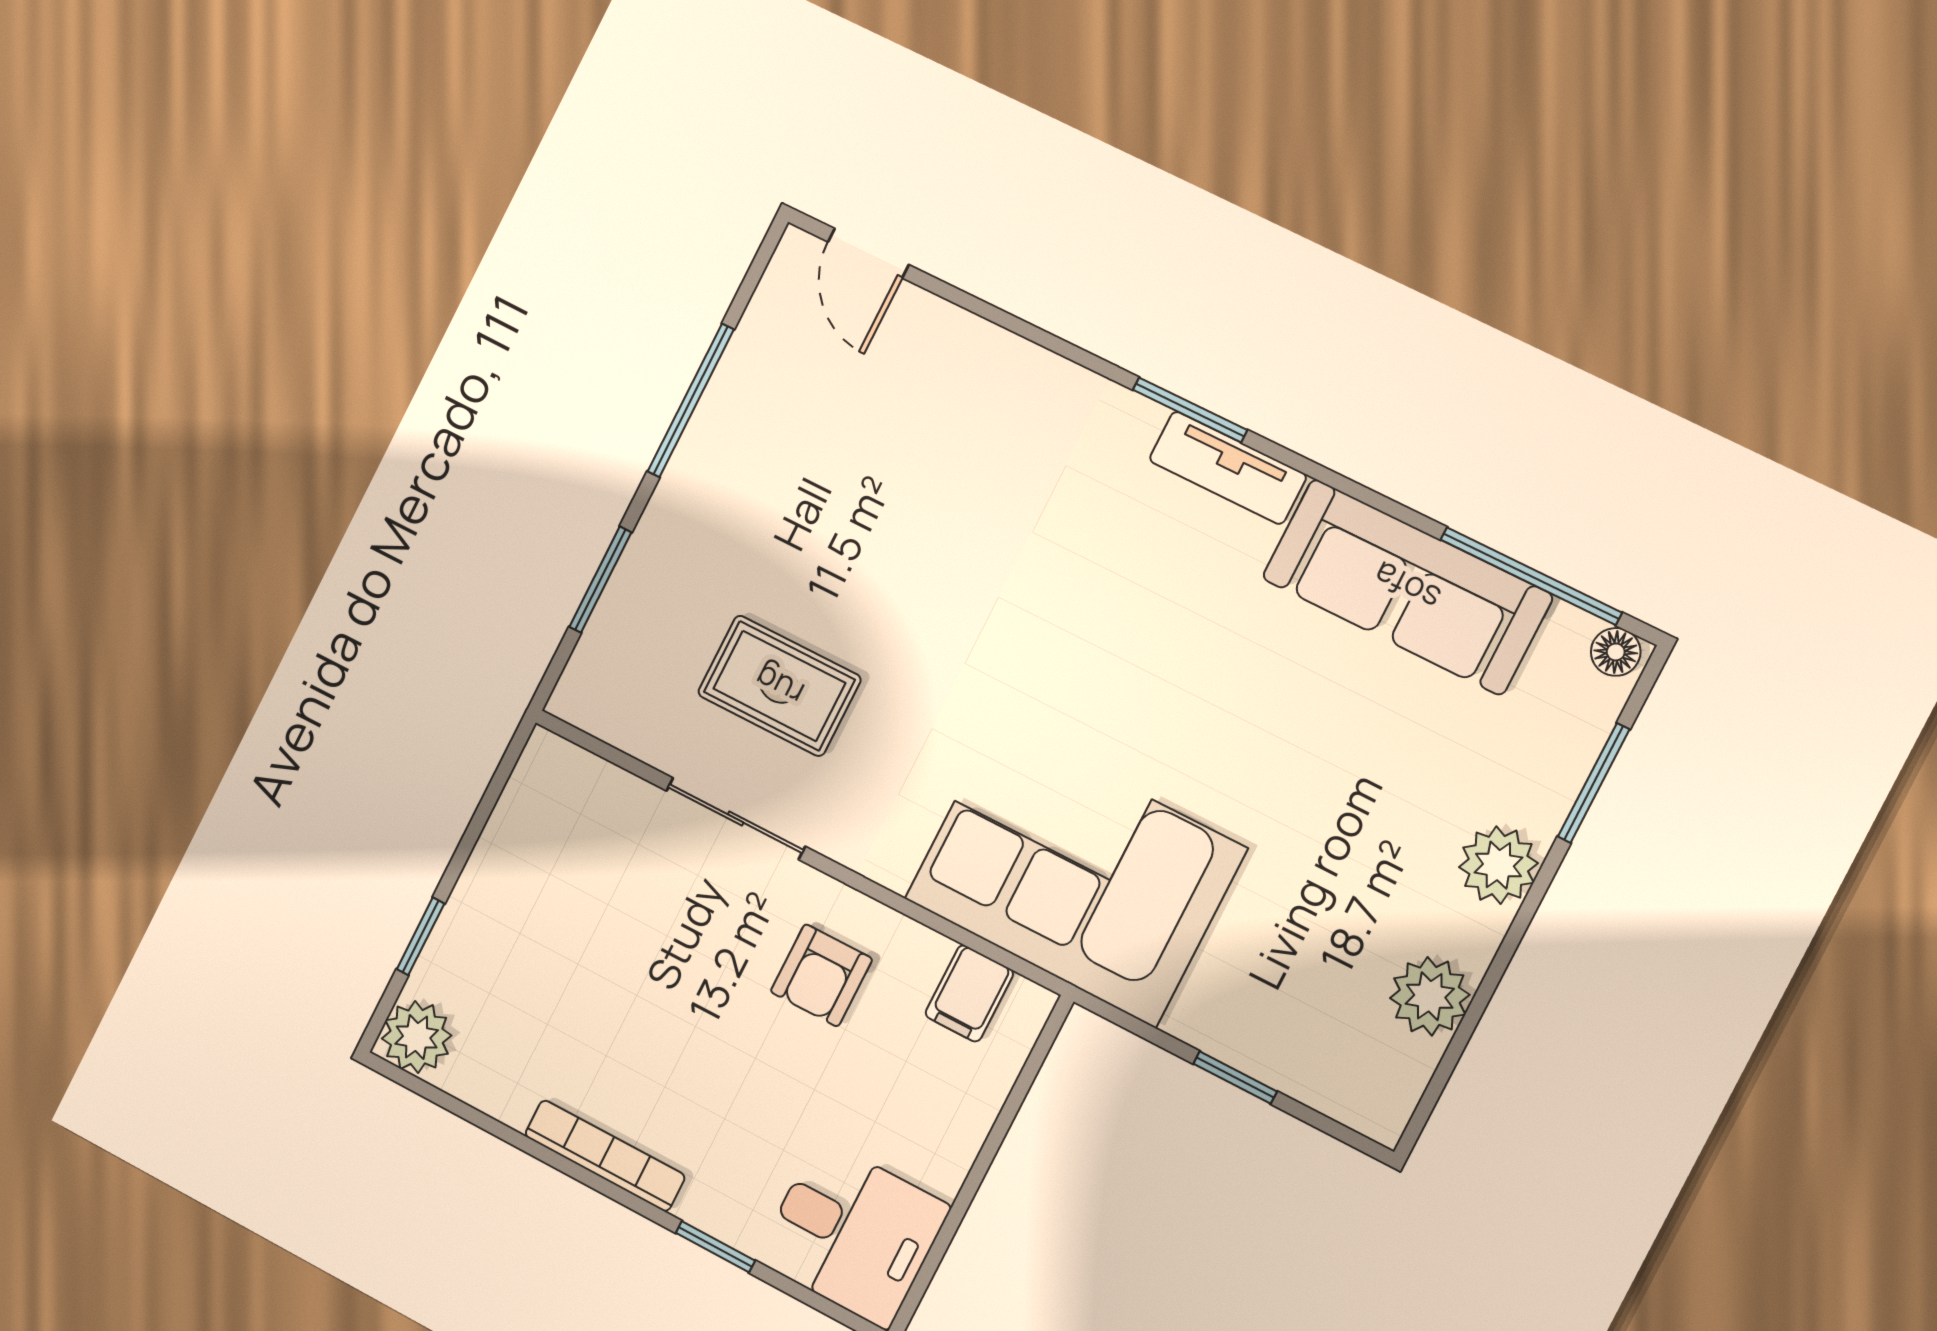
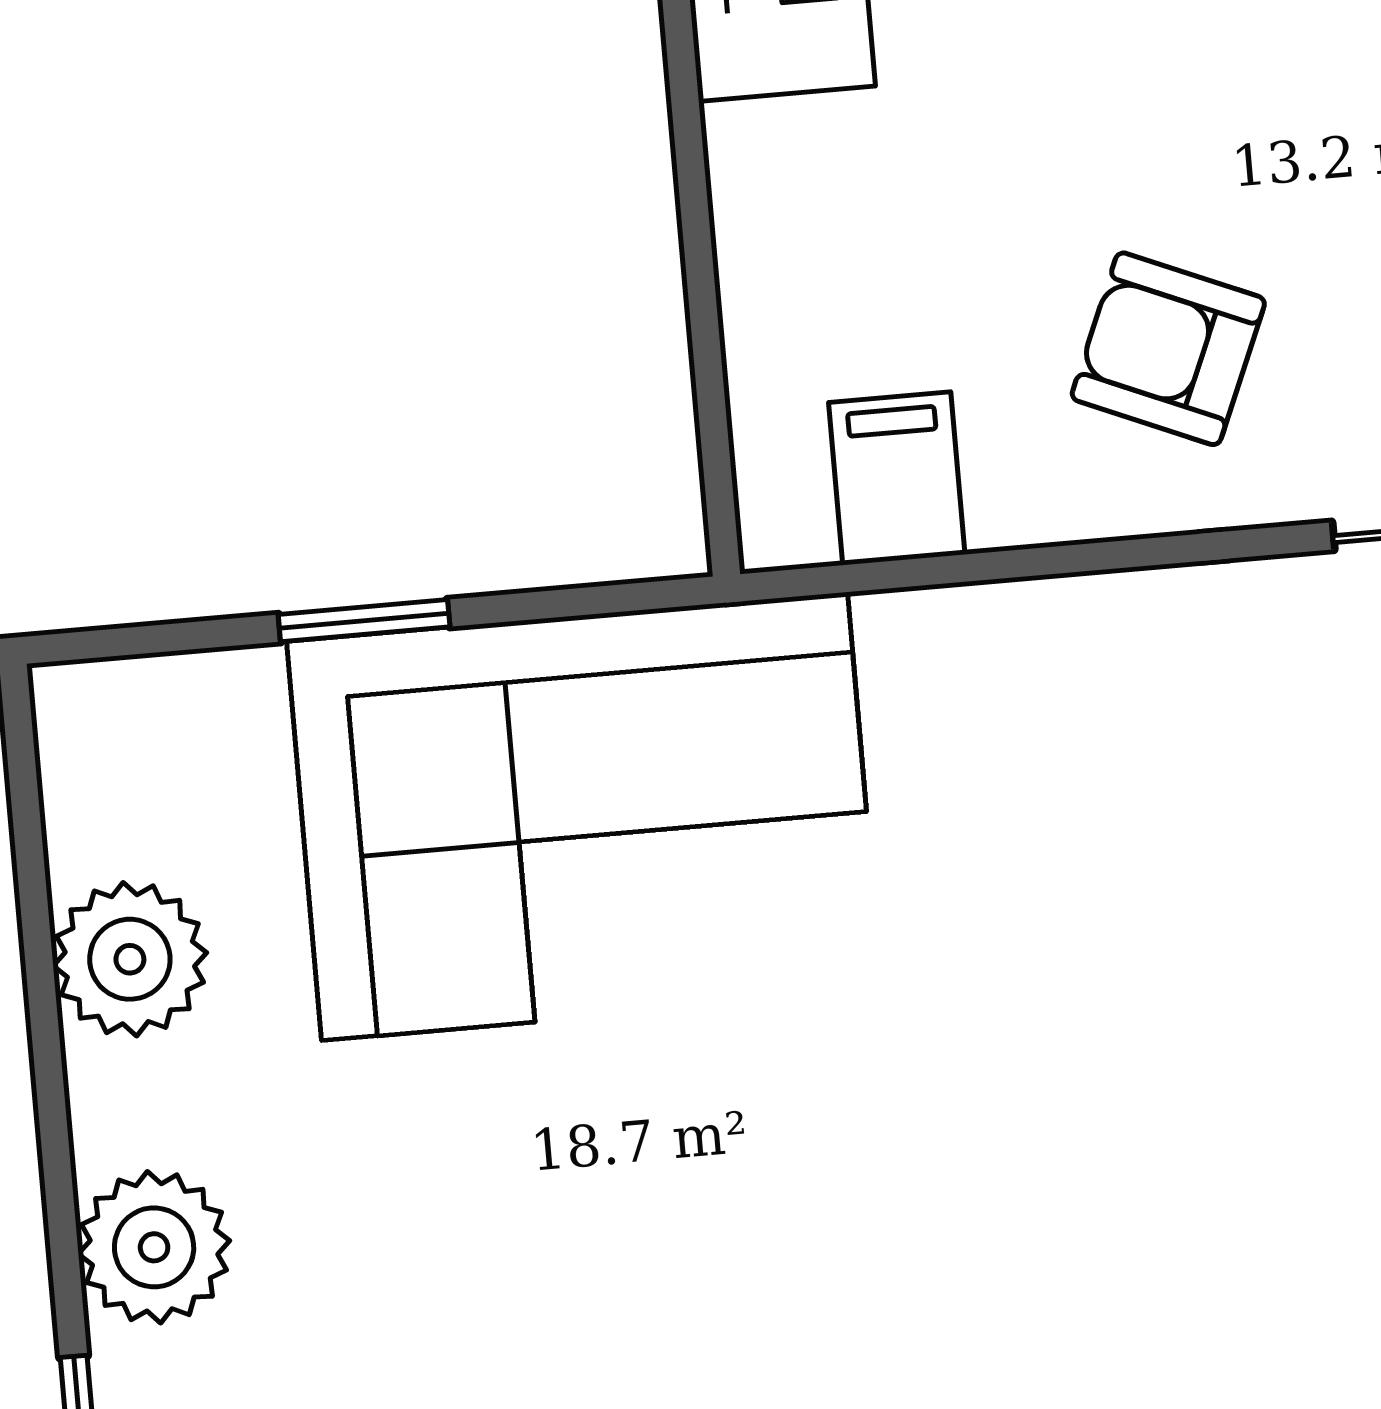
corner sofa: (1075, 874) -> (584, 816), moved
armchair: (821, 975) -> (1168, 349), turned -67

